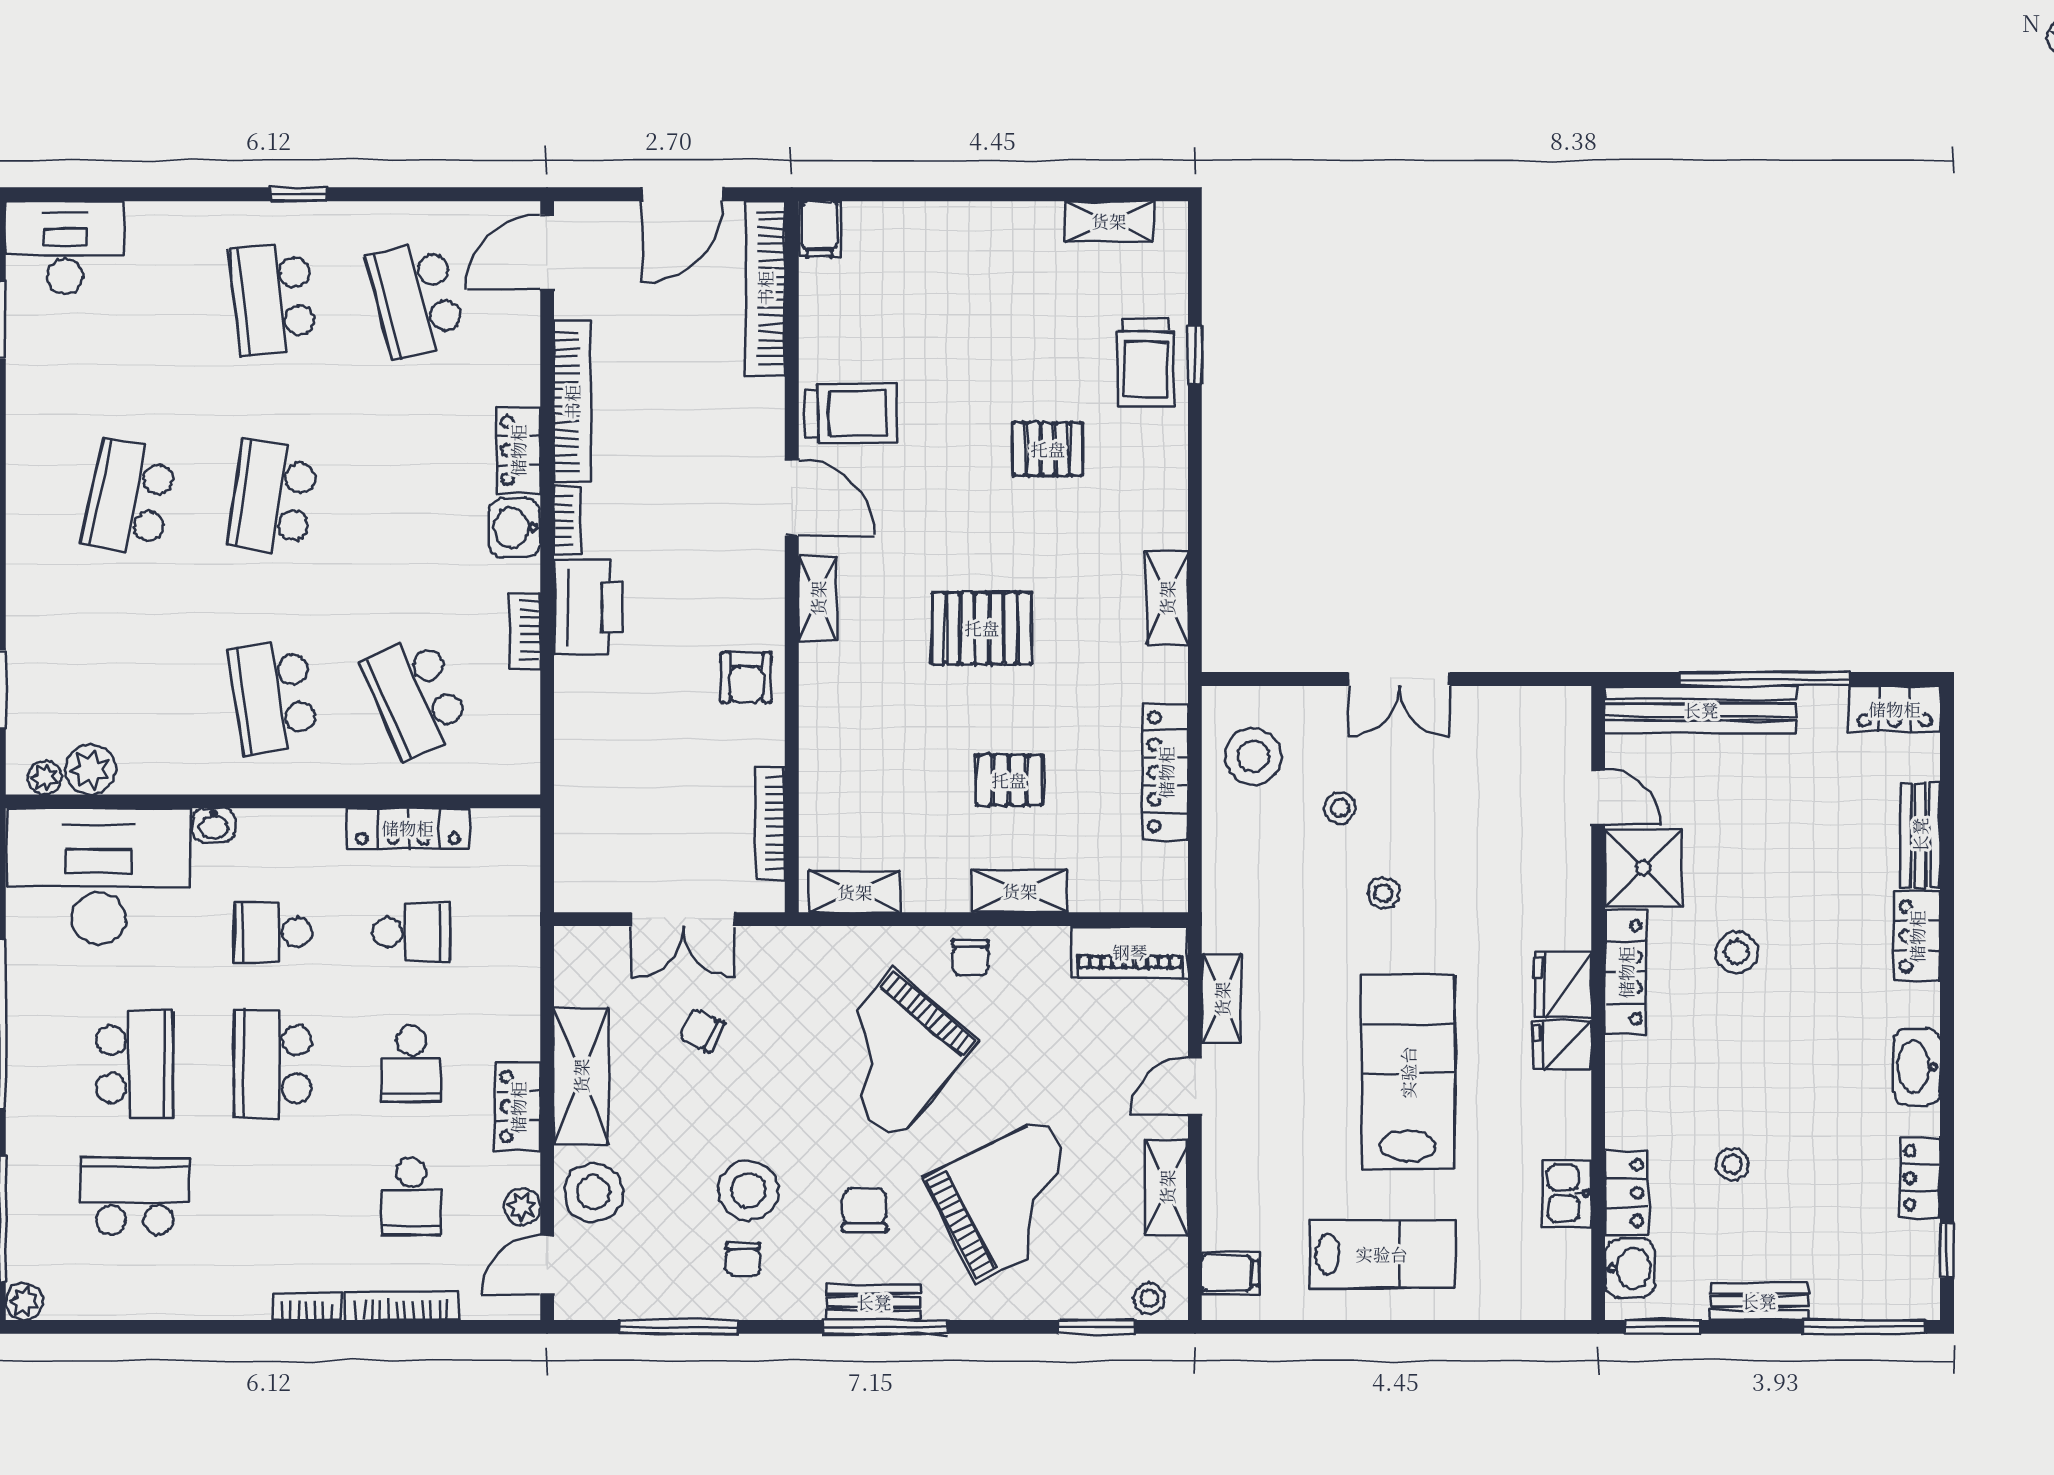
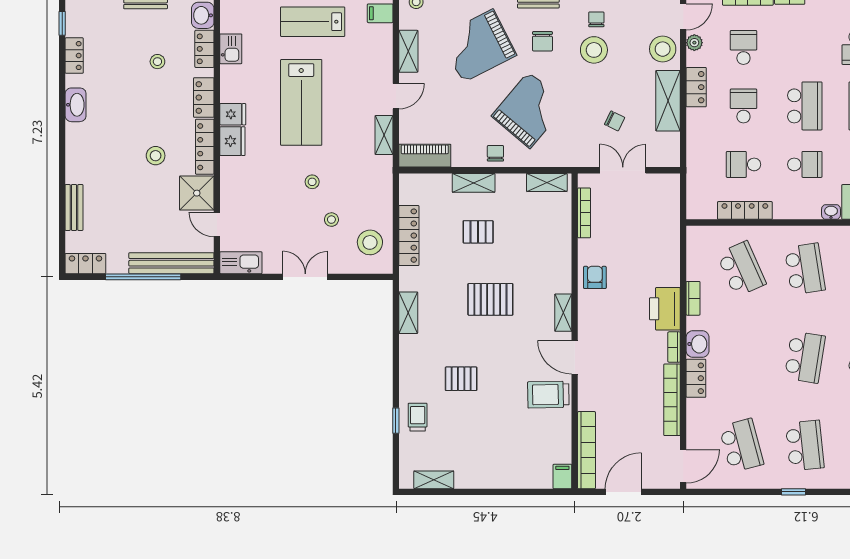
trolley: (1146, 363) -> (418, 417), width x0.73, depth x0.72
kitchen sink: (1544, 711) -> (241, 263), added
locker: (1917, 936) -> (204, 98), moved, turned 180

